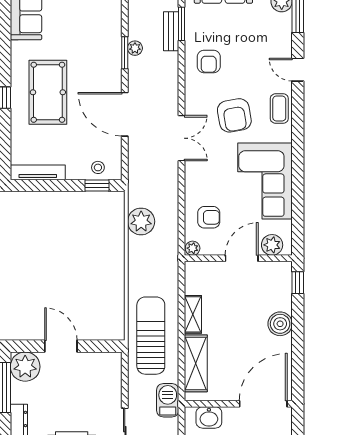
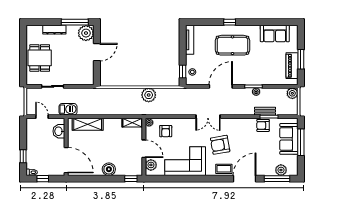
armchair: (209, 62) -> (263, 125), moved
door: (298, 70) -> (245, 179), width x1.87
plant: (141, 221) -> (149, 95), moved
shelving: (193, 314) -> (132, 123), moved
sun lounger: (151, 336) -> (103, 100), removed

